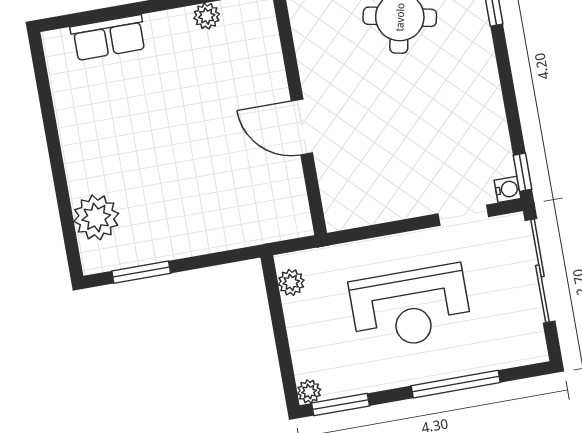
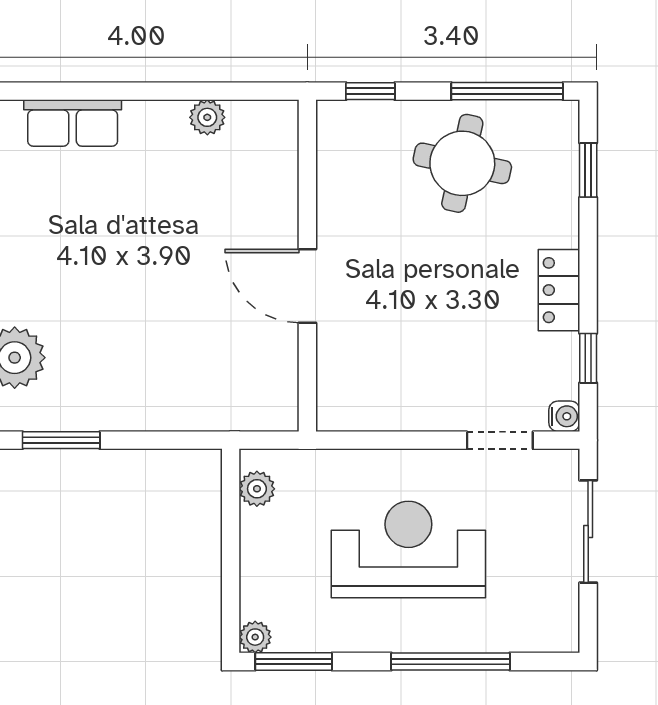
locker: (487, 97) -> (559, 290), added
window: (523, 172) -> (588, 358), moved
sliding door: (540, 271) -> (588, 532), width x0.73
reception desk: (410, 307) -> (408, 549), turned 180

